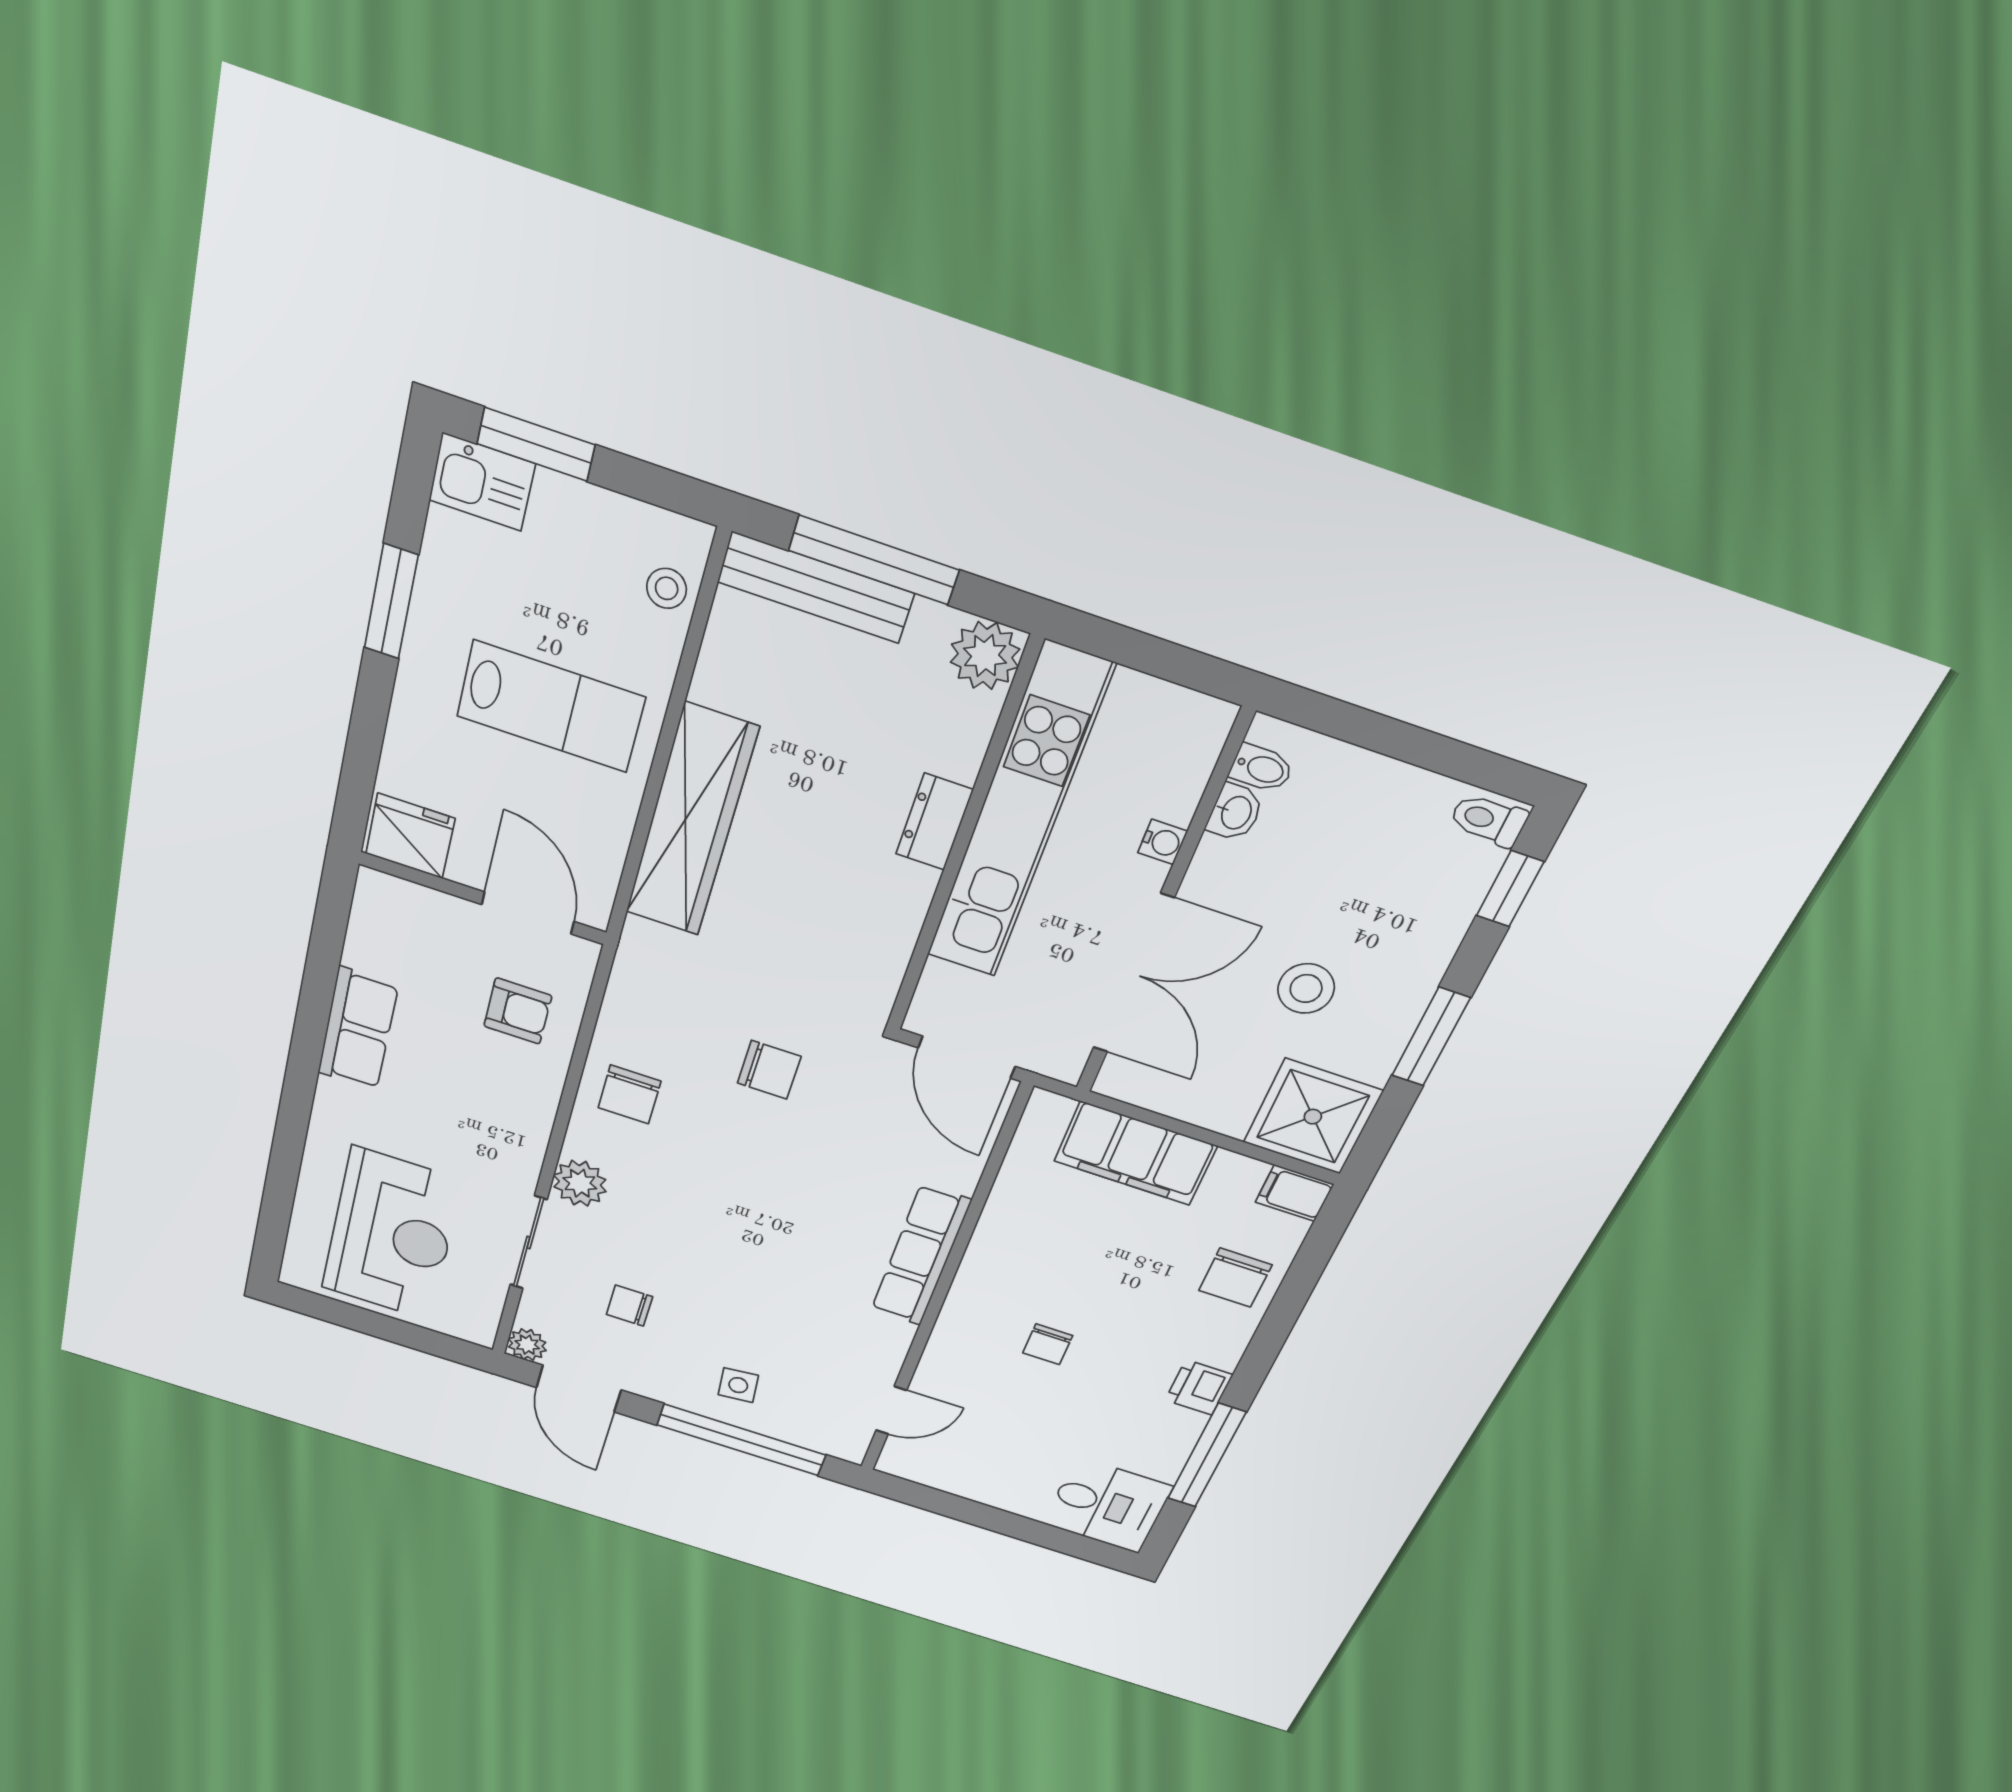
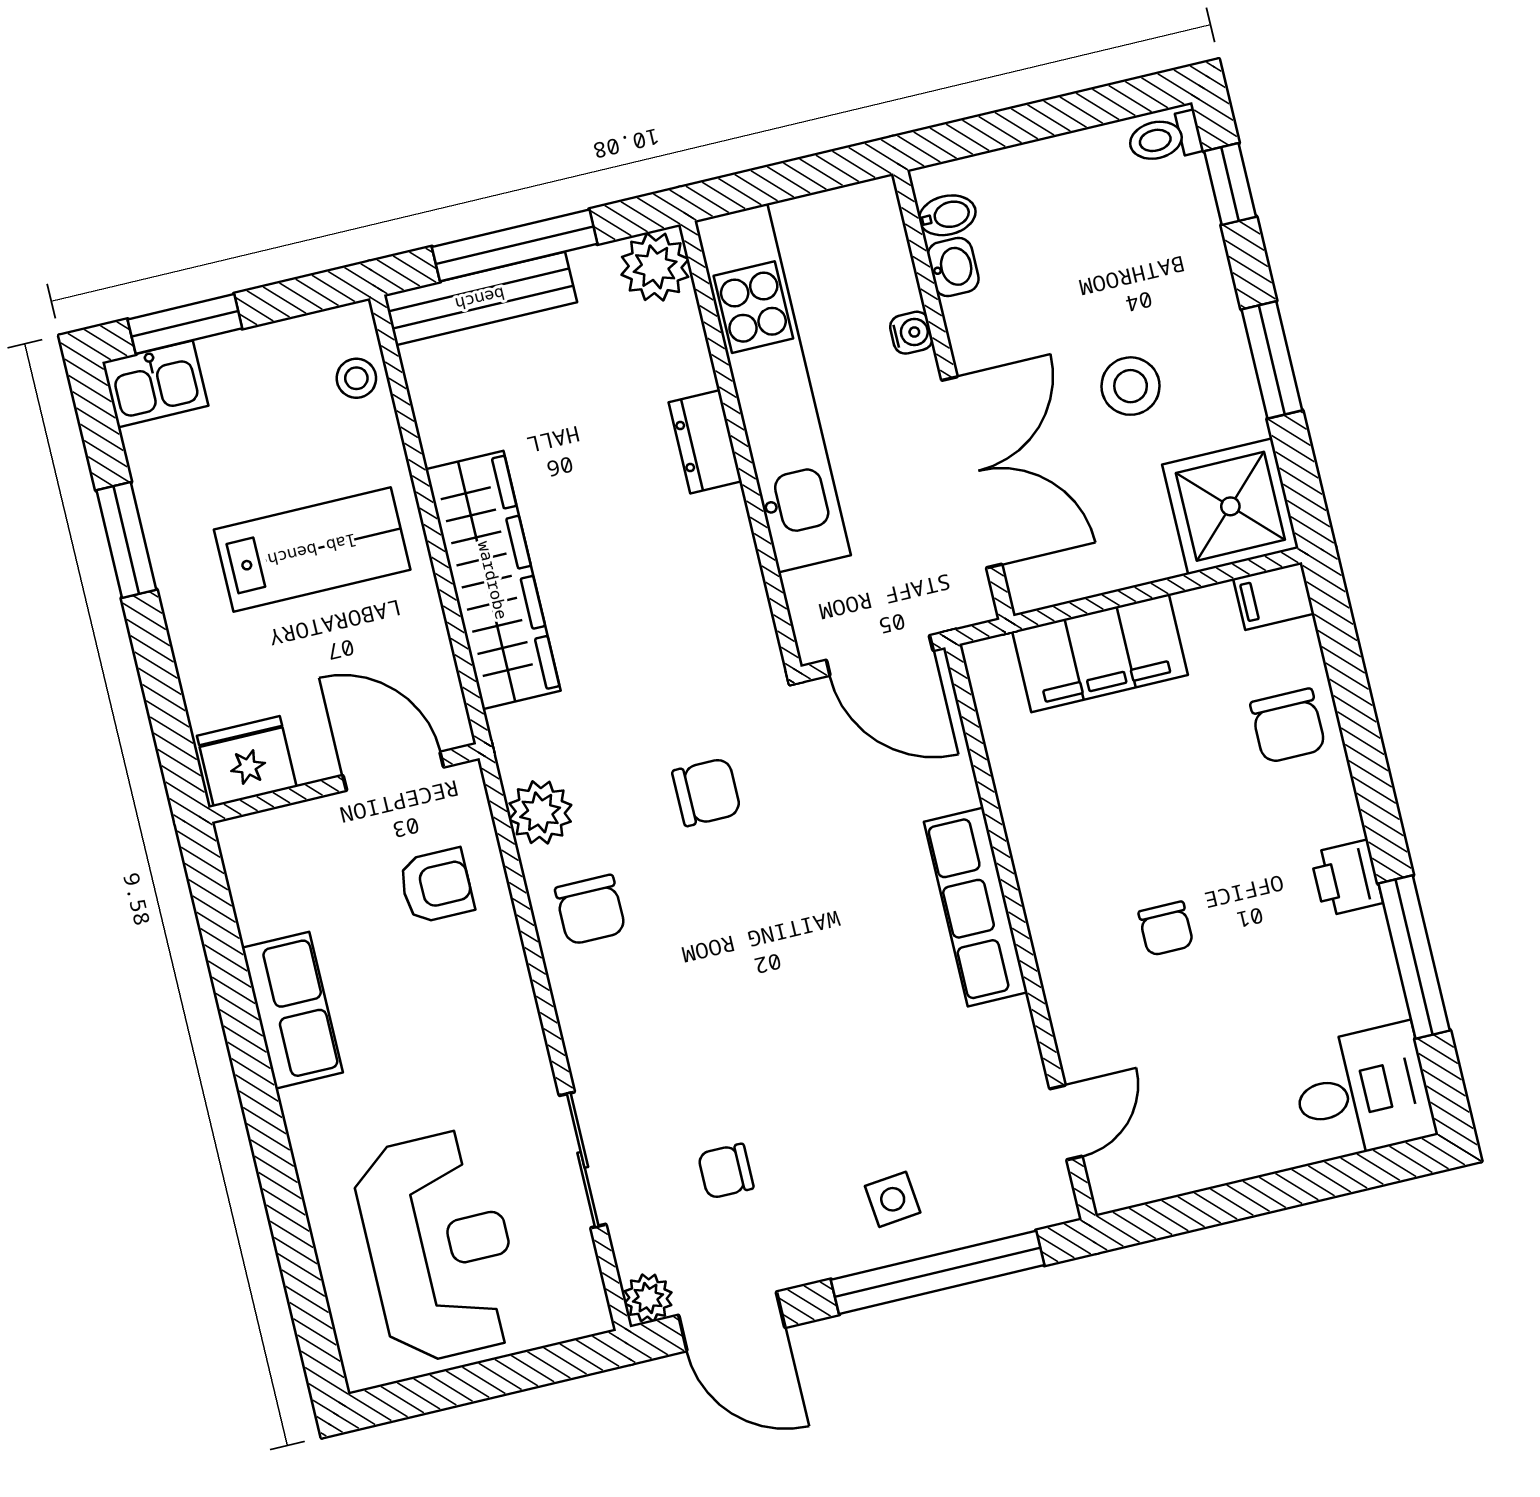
plant: (580, 1183) -> (540, 812), moved

